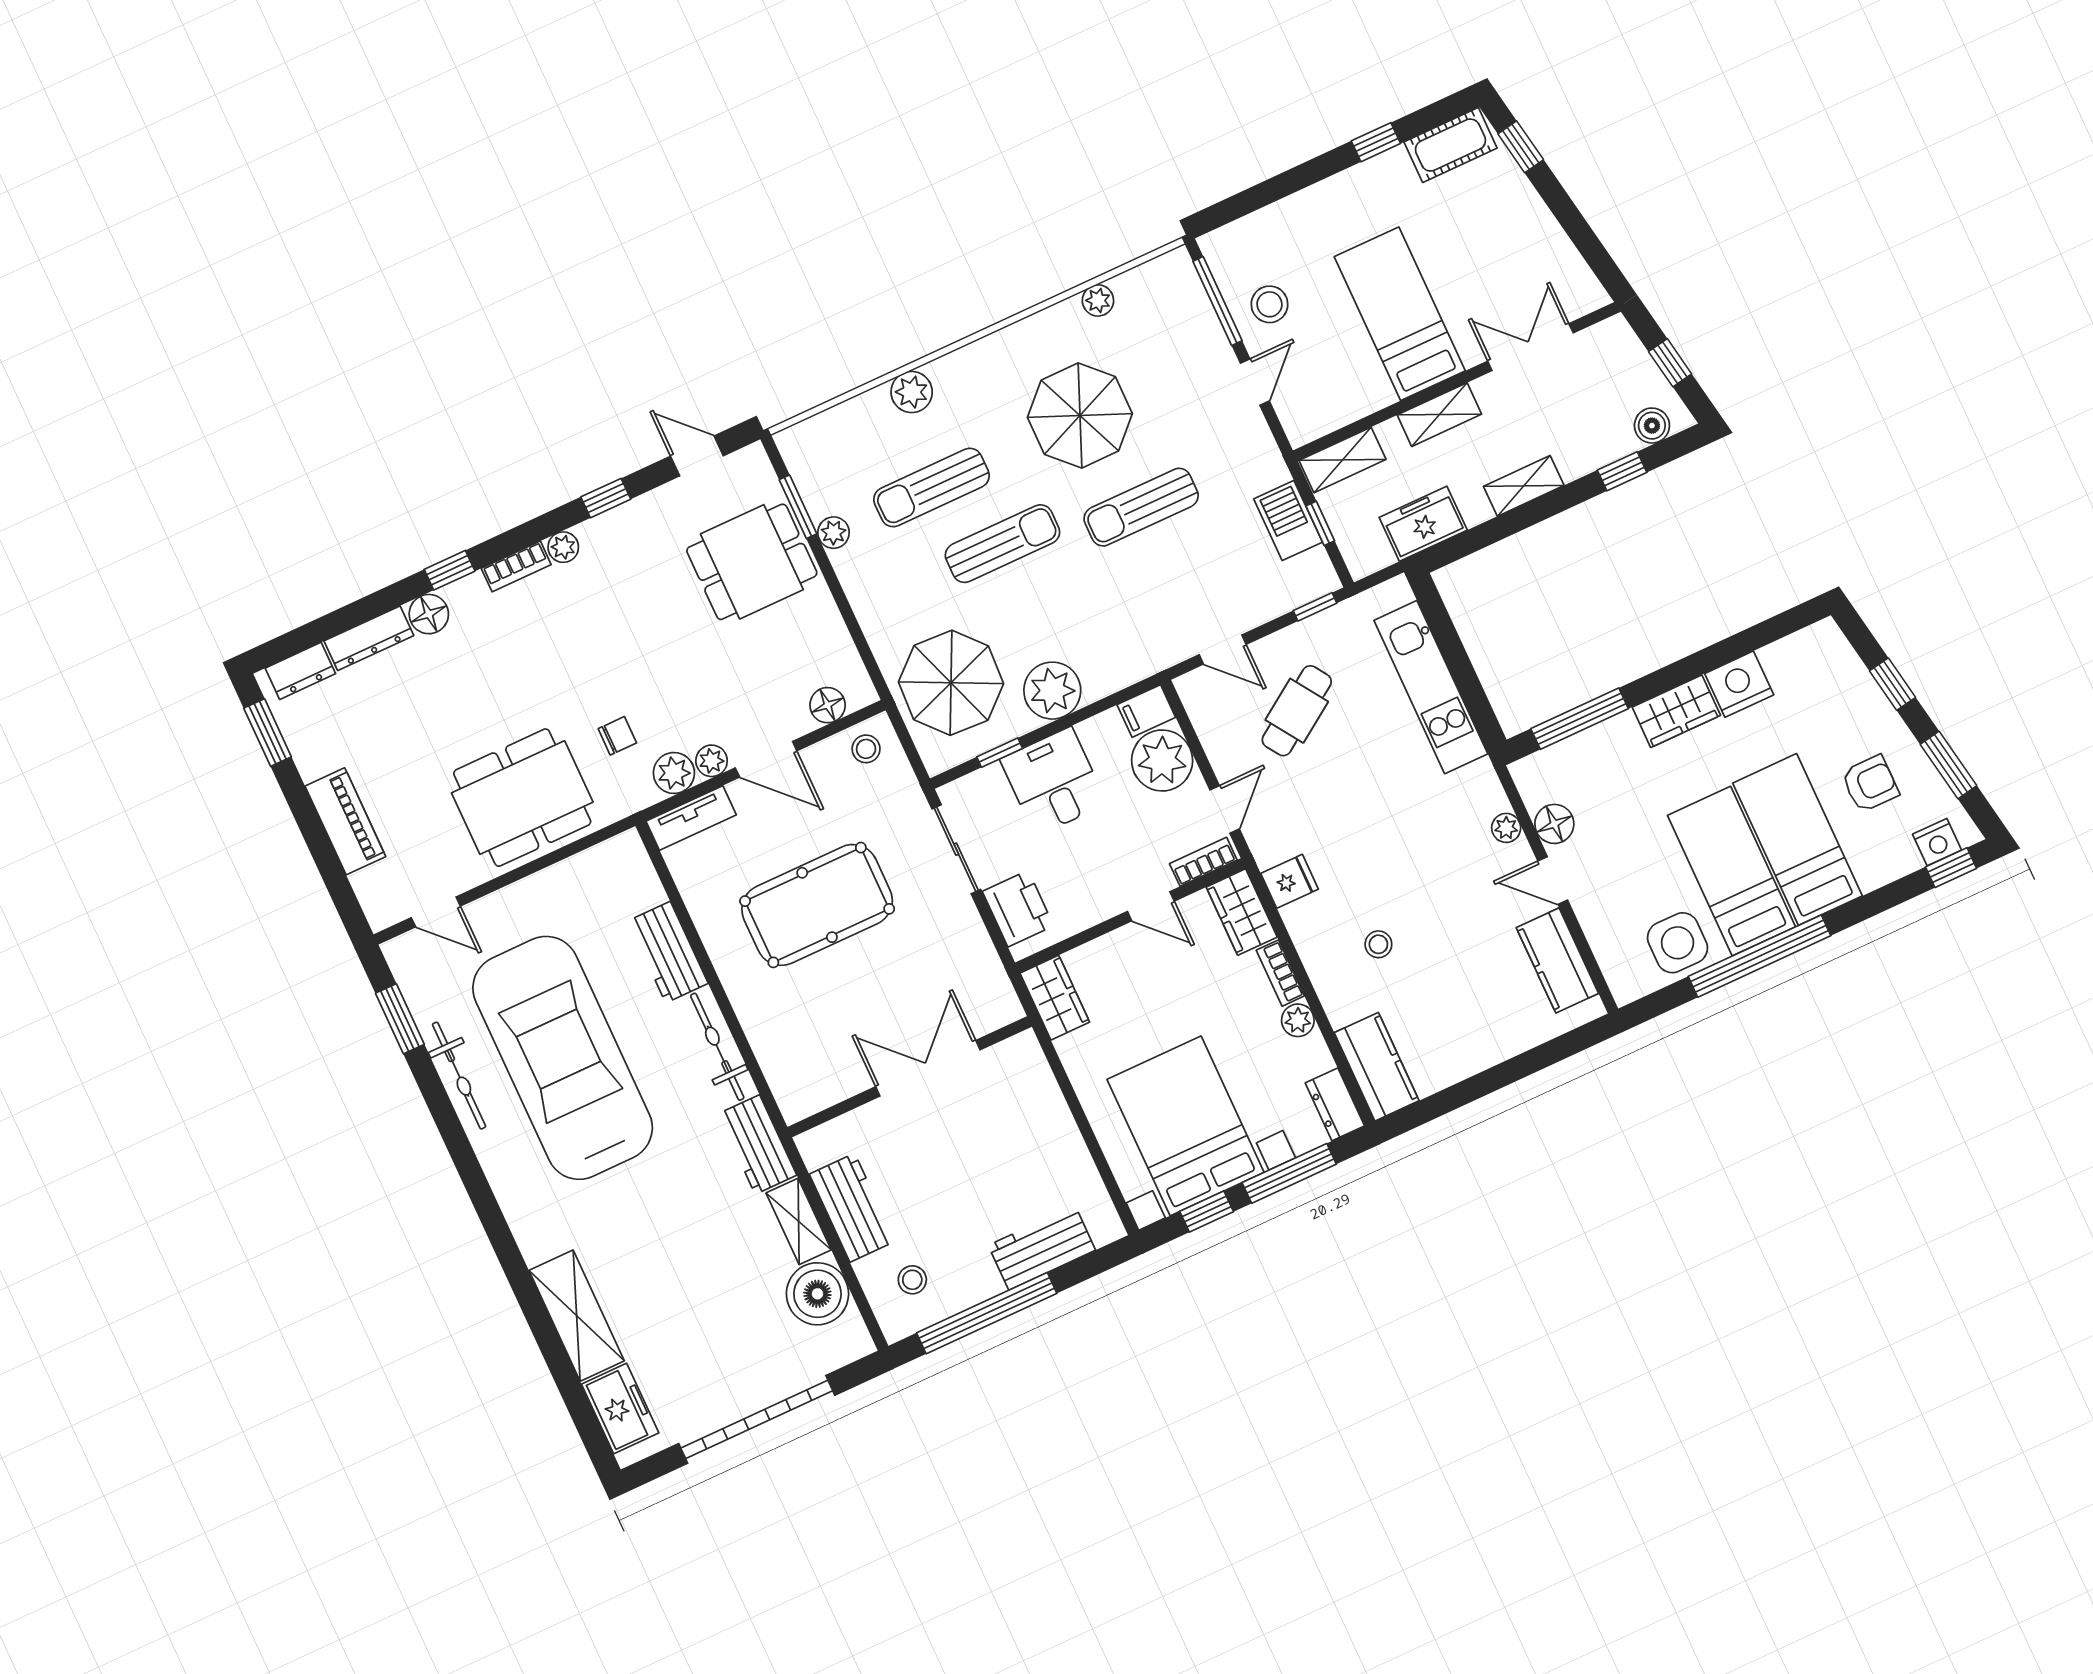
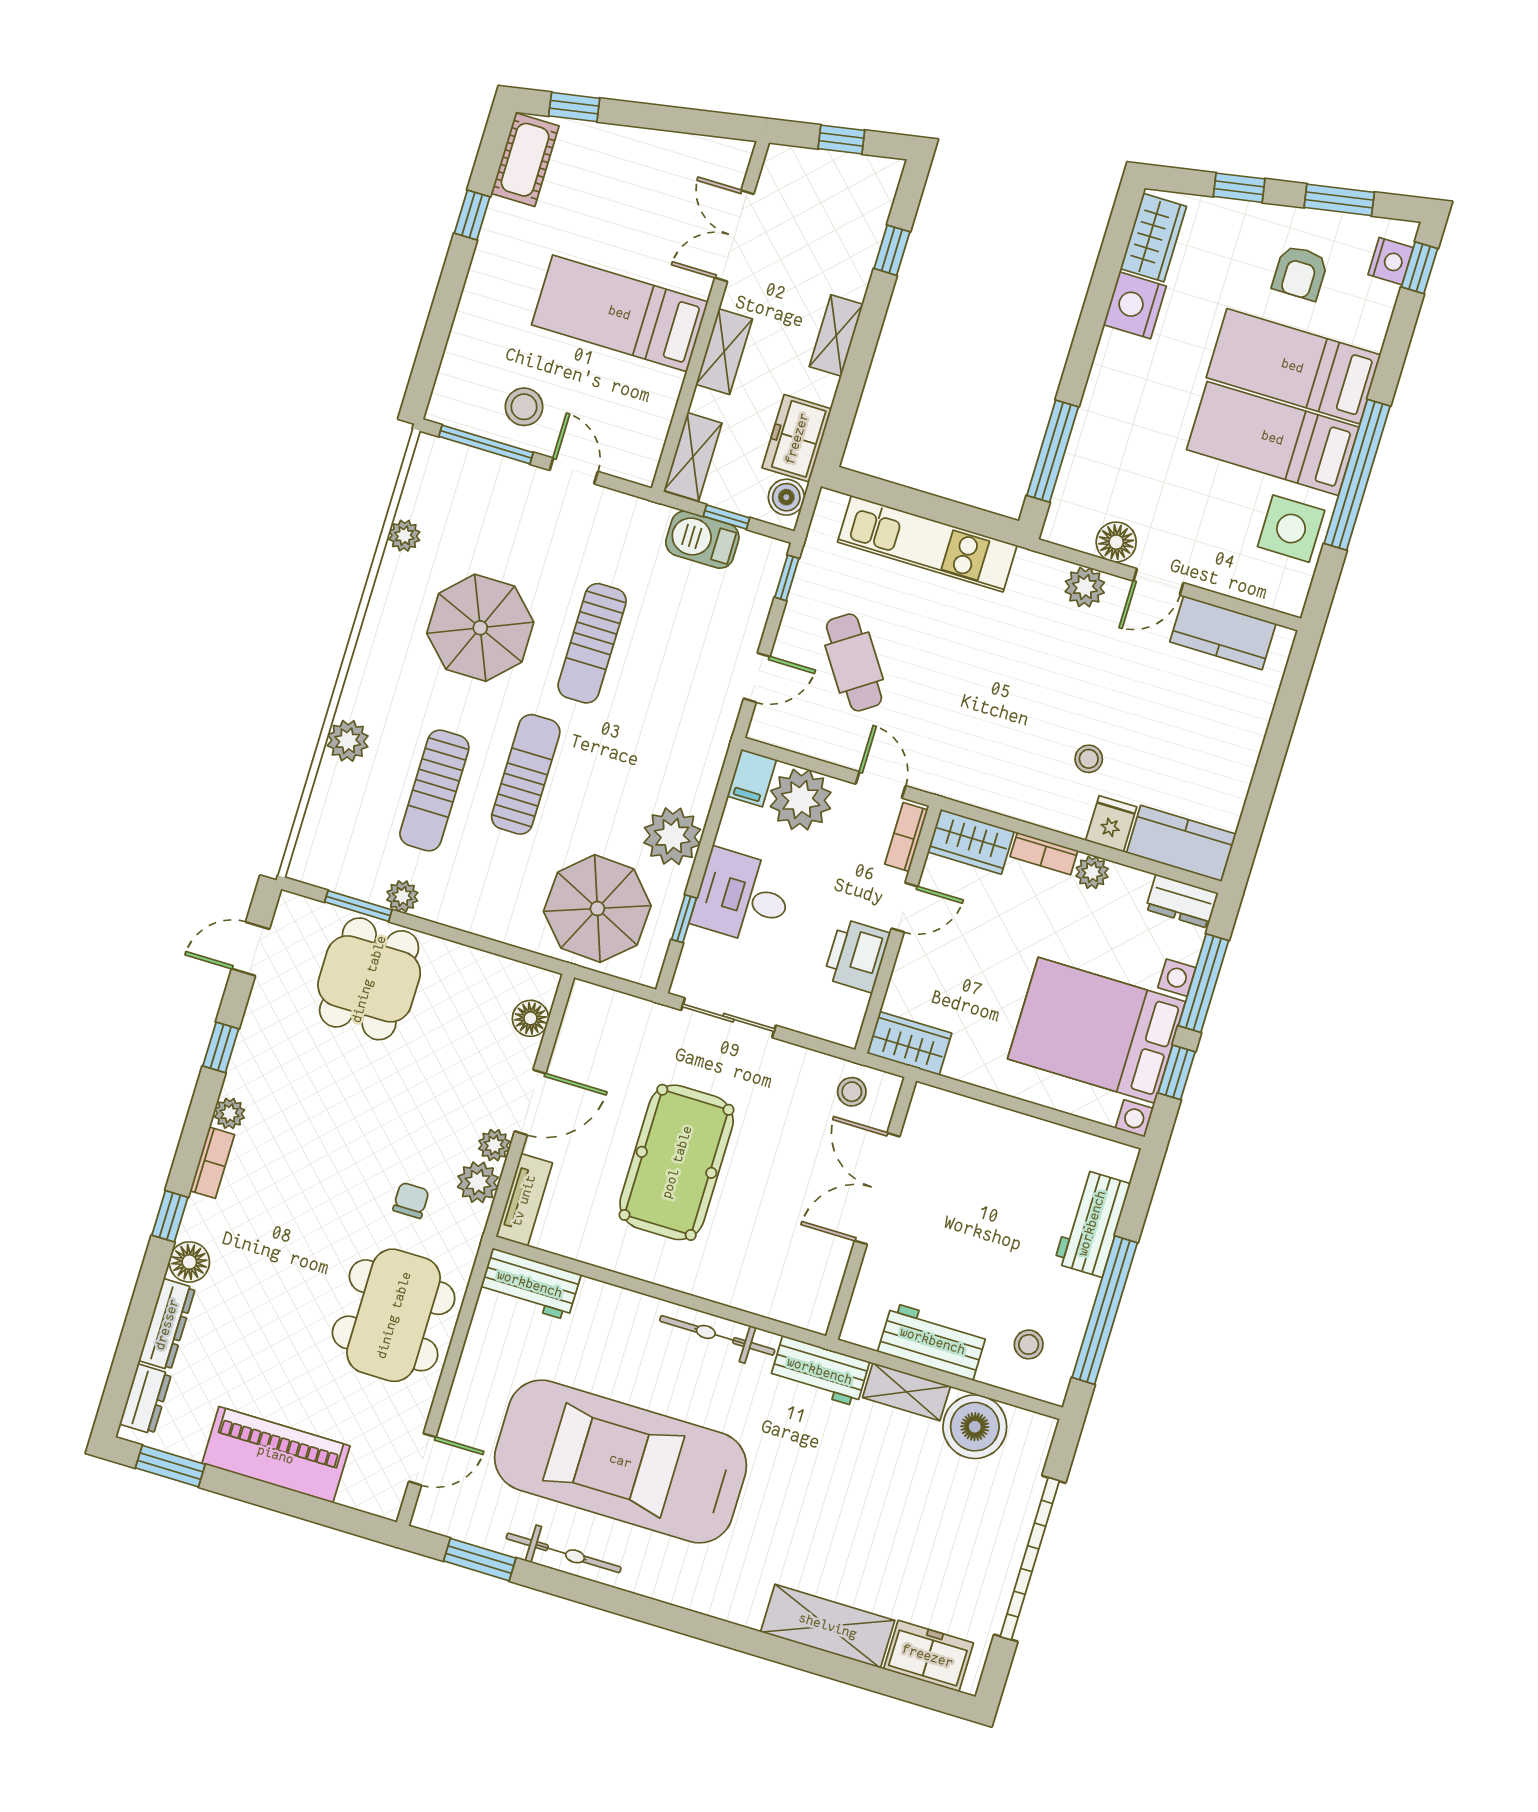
boiler: (1652, 426) -> (786, 497), moved
wardrobe: (1676, 711) -> (1153, 238), moved
stool: (866, 749) -> (852, 1092), moved
armchair: (1870, 784) -> (1300, 273), turned 180
piano: (345, 821) -> (276, 1455), width x1.37, depth x1.33
plant: (1506, 828) -> (1085, 587), width x1.38, depth x1.38
fridge: (1289, 881) -> (1111, 824), moved
printer: (1018, 909) -> (857, 956), moved, turned -90
workbench: (668, 952) -> (530, 1284), moved

